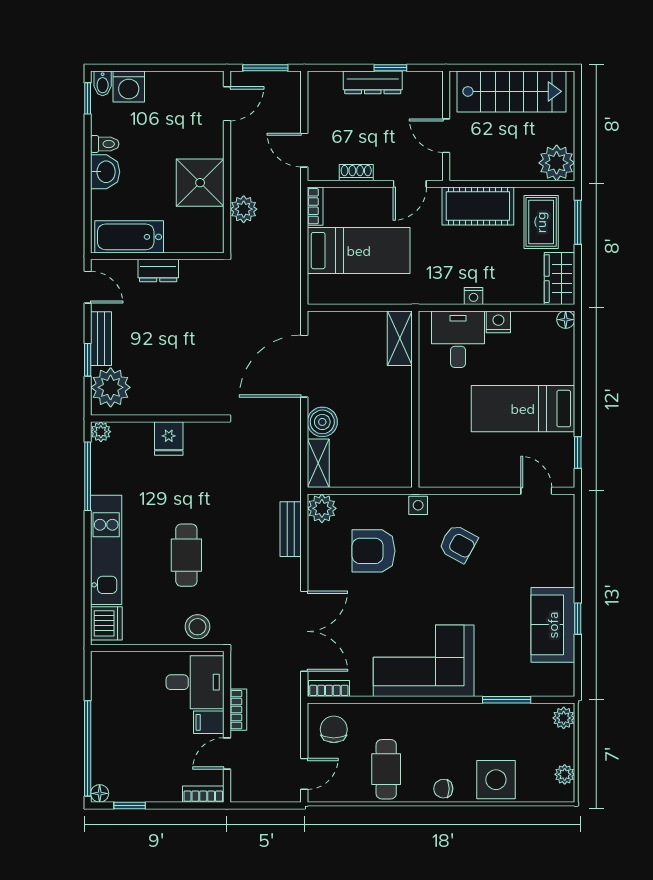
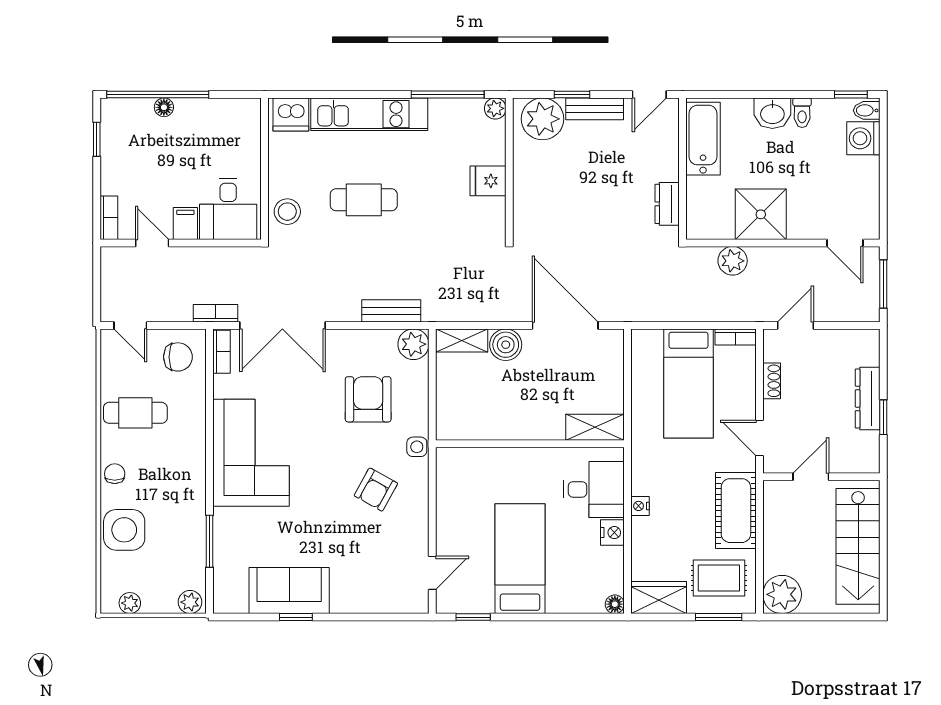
dresser: (158, 271) -> (667, 204), moved
bookcase: (238, 710) -> (215, 313), moved, turned 180
floor lamp: (100, 793) -> (164, 107), moved

